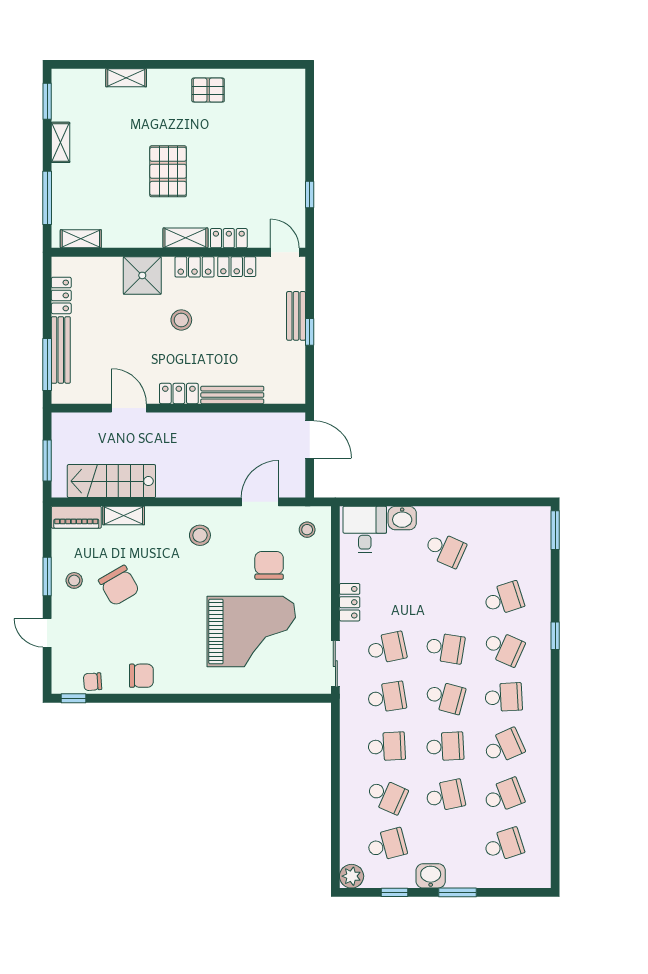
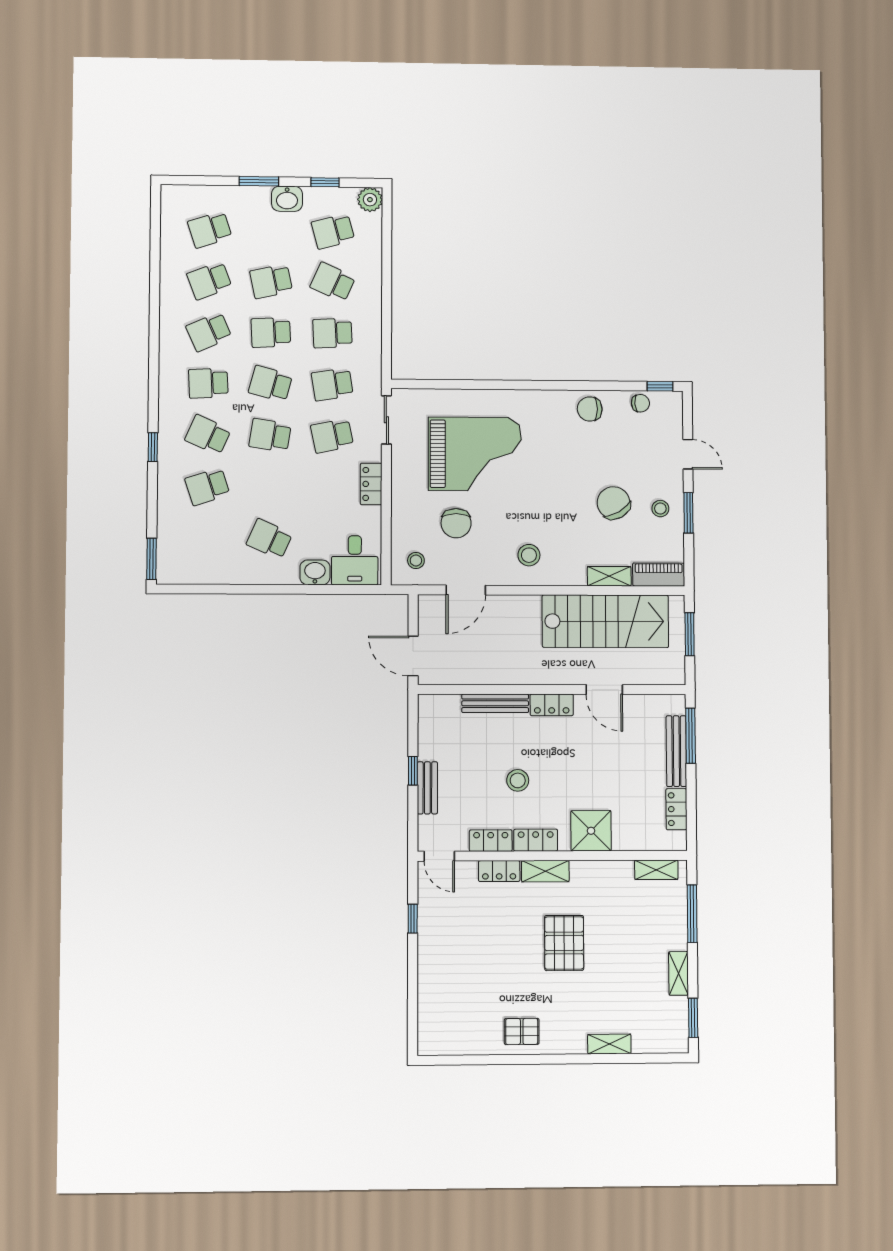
stool: (181, 320) -> (518, 780), moved
stairs: (111, 481) -> (605, 621), width x1.36, depth x1.51
grand piano: (251, 632) -> (475, 454), turned 180

